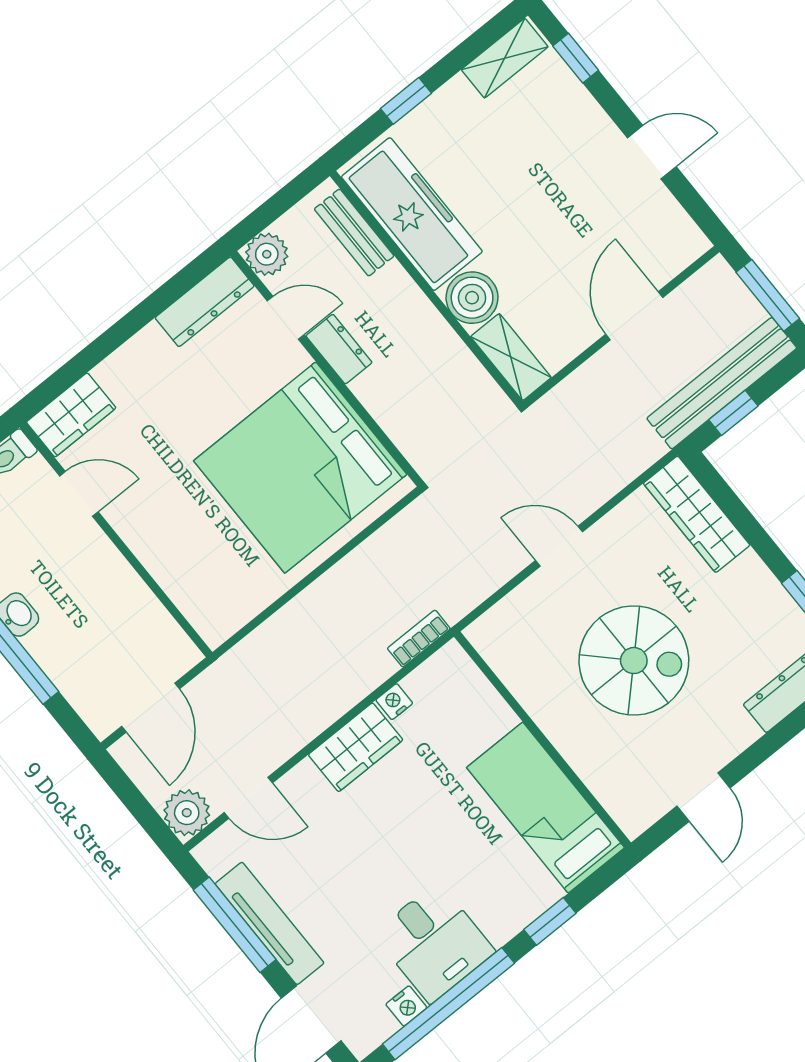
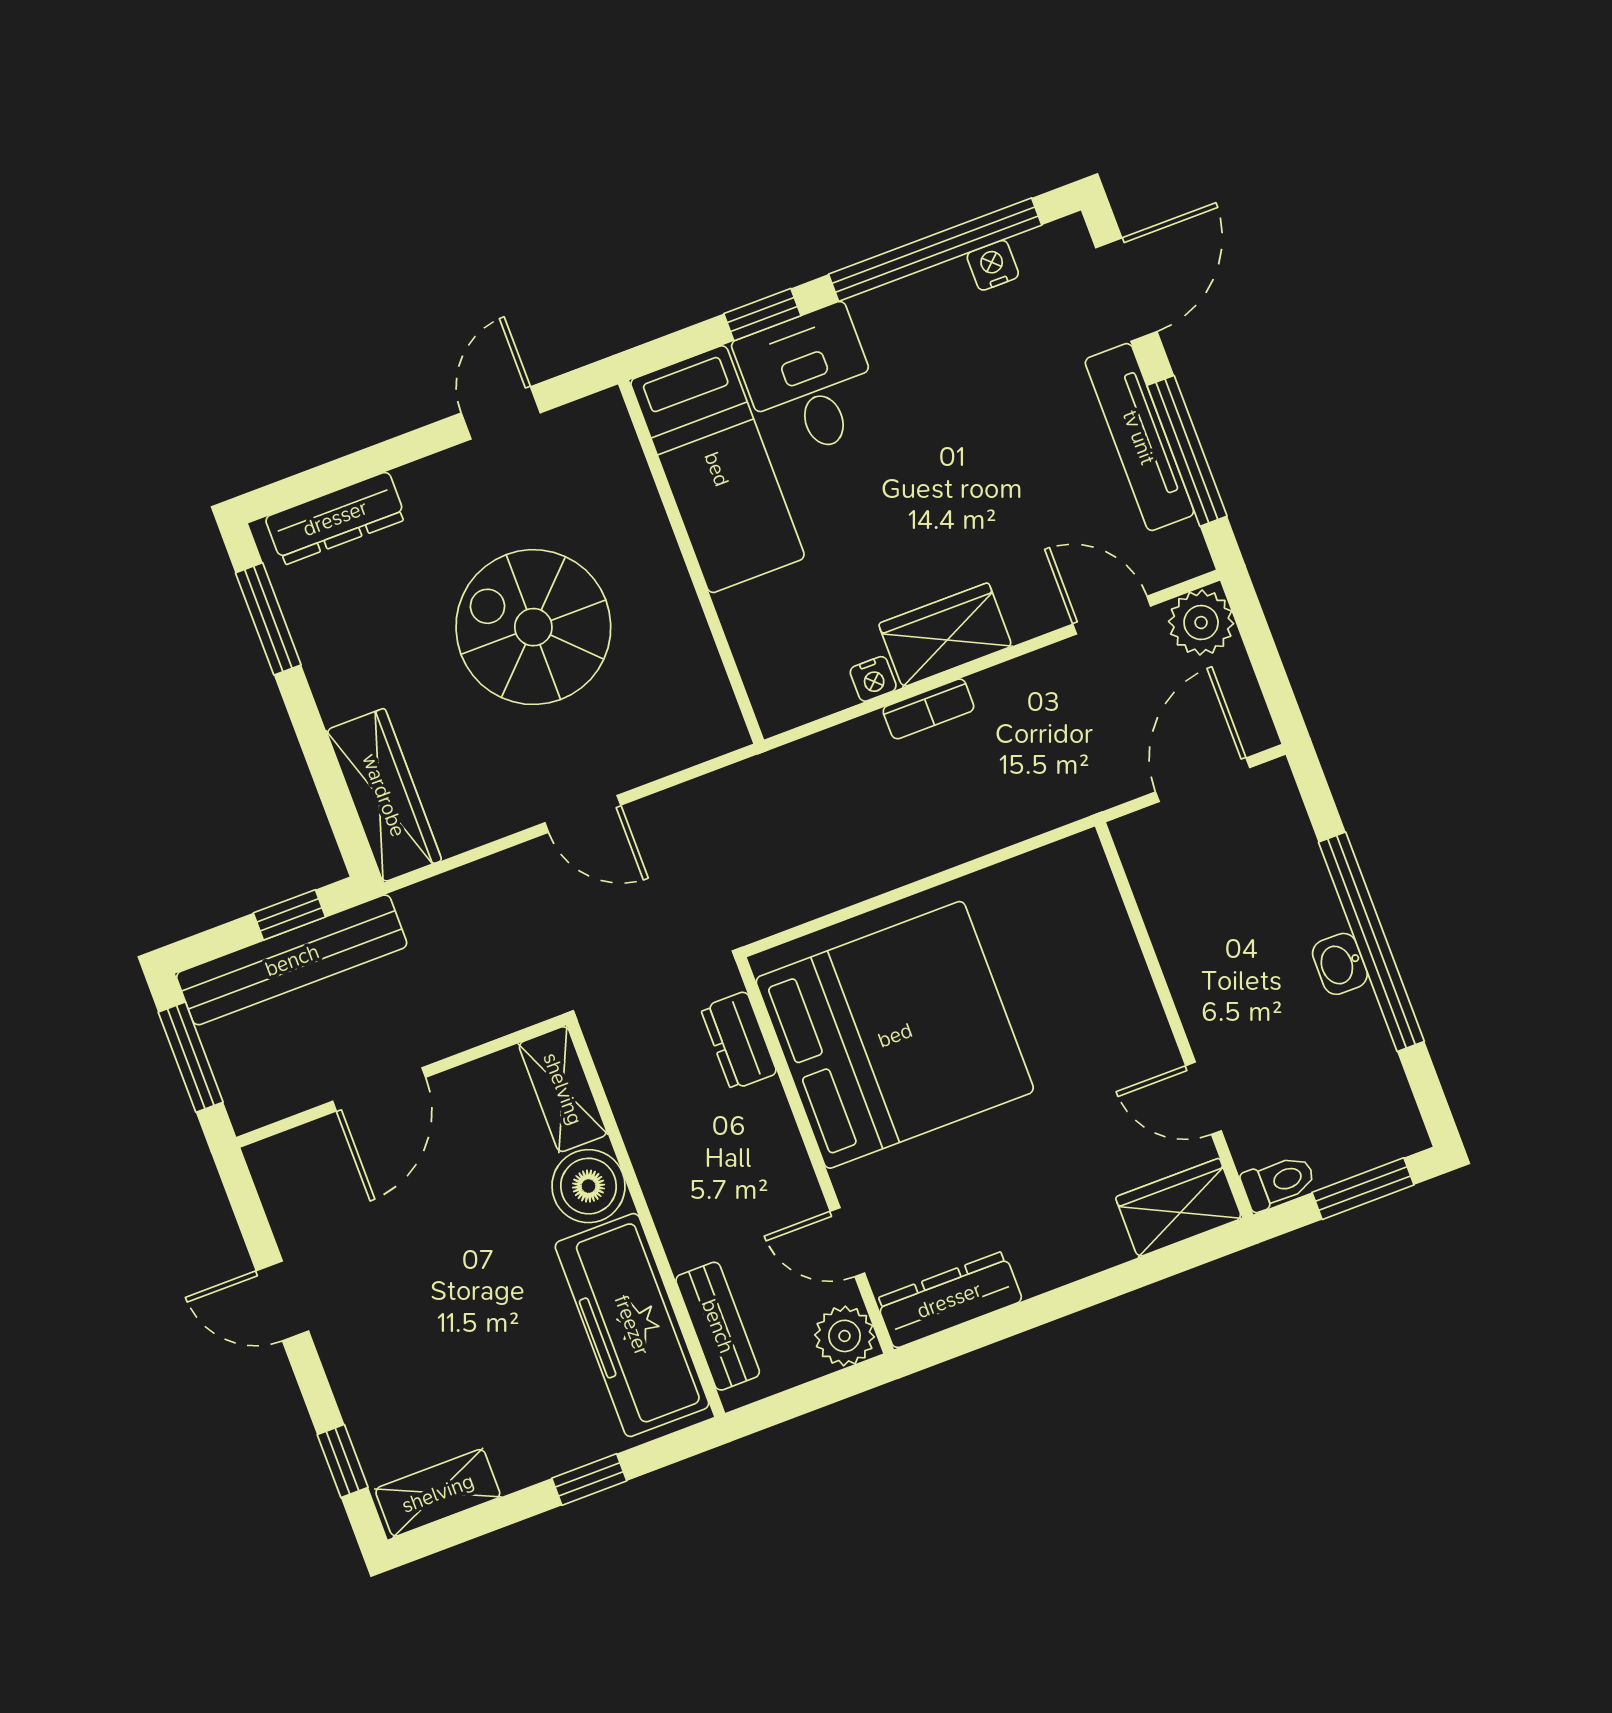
dresser: (339, 349) -> (739, 1041), moved
bookcase: (419, 638) -> (928, 709), moved
desk: (434, 942) -> (810, 382), moved

